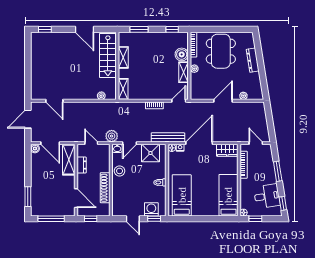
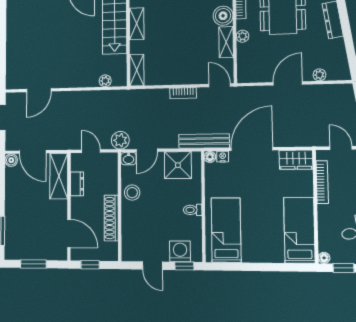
door: (54, 101) -> (39, 90), hinge flipped
door: (179, 101) -> (220, 85), hinge flipped
window: (51, 219) -> (33, 264), width x0.69

